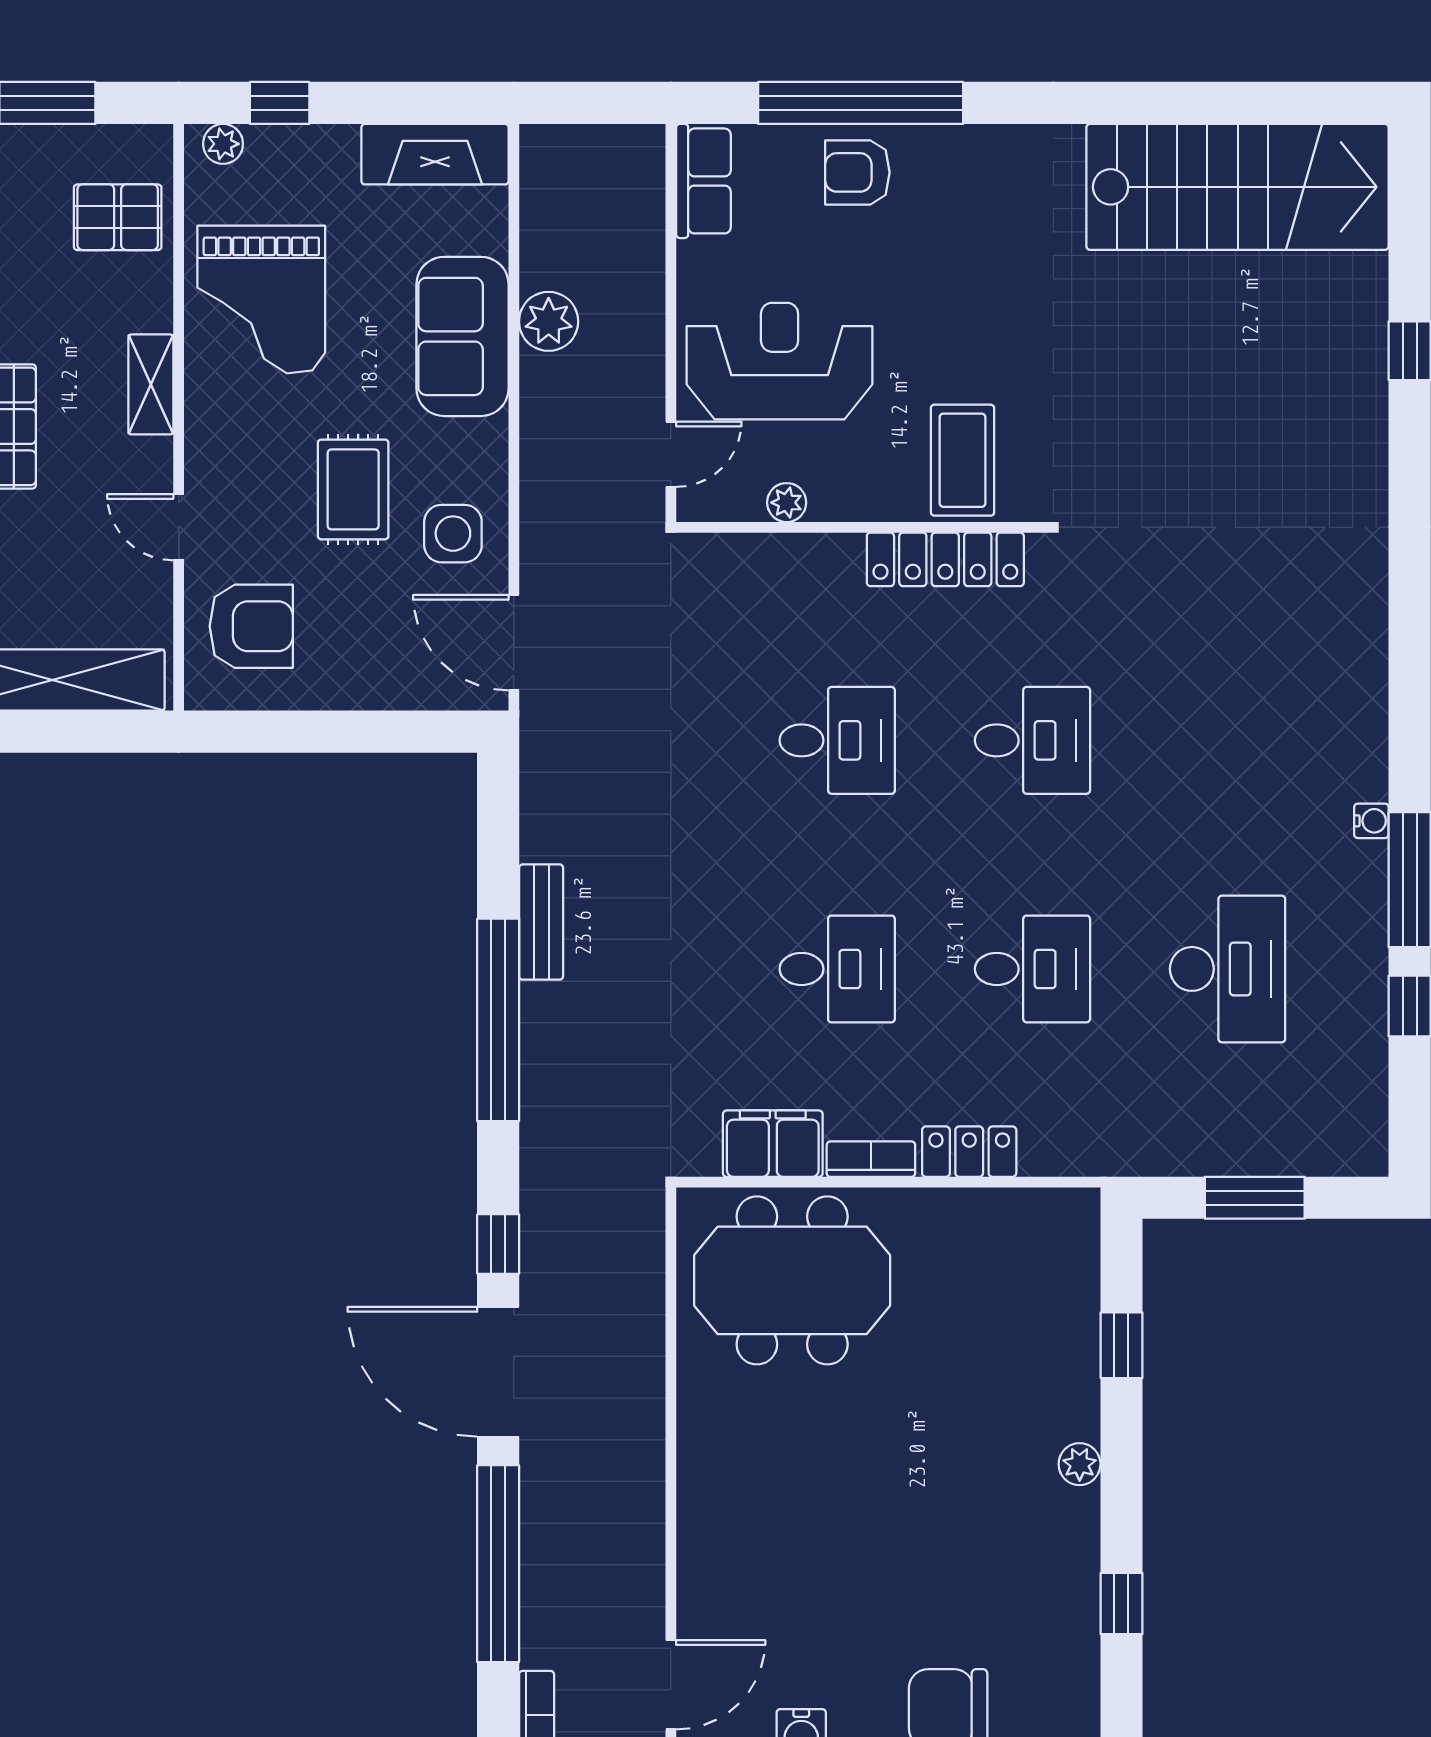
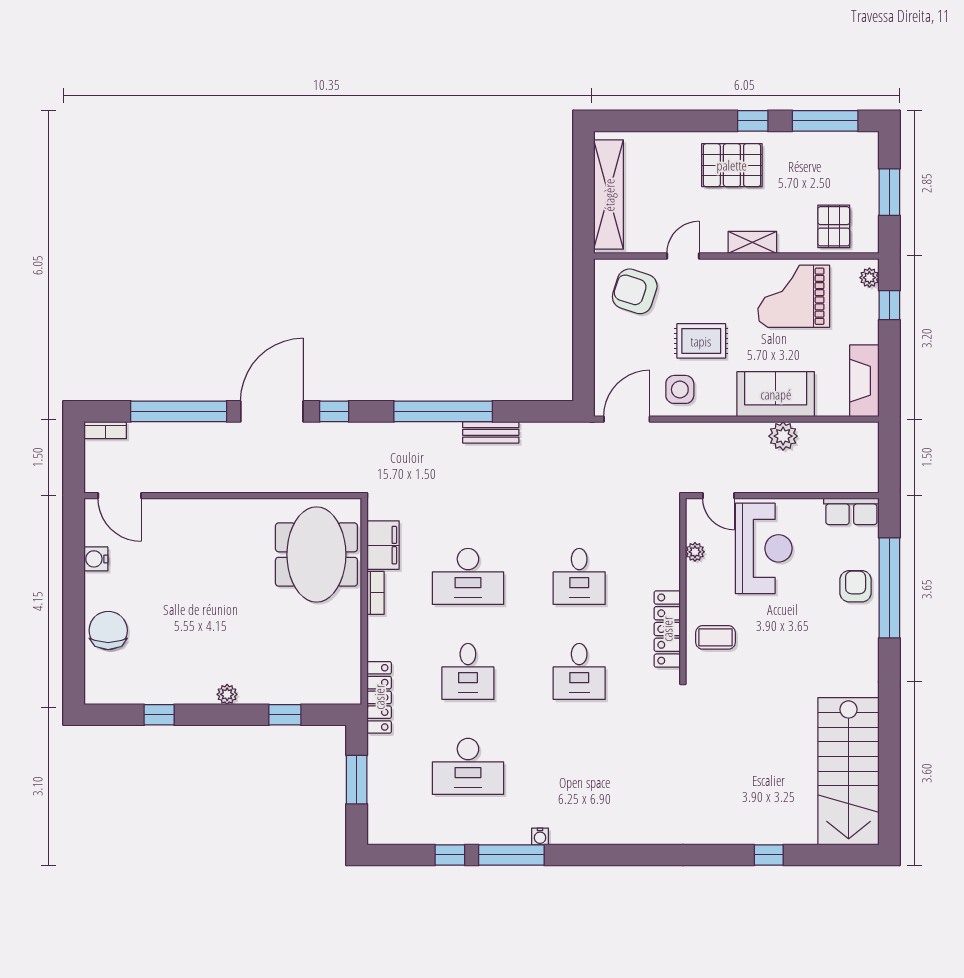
coffee table: (963, 460) -> (716, 637), width x0.73, depth x0.77
armchair: (251, 626) -> (635, 291), turned 108
desk: (837, 969) -> (468, 576), width x1.37
locker: (969, 1152) -> (379, 697), moved, width x1.53

